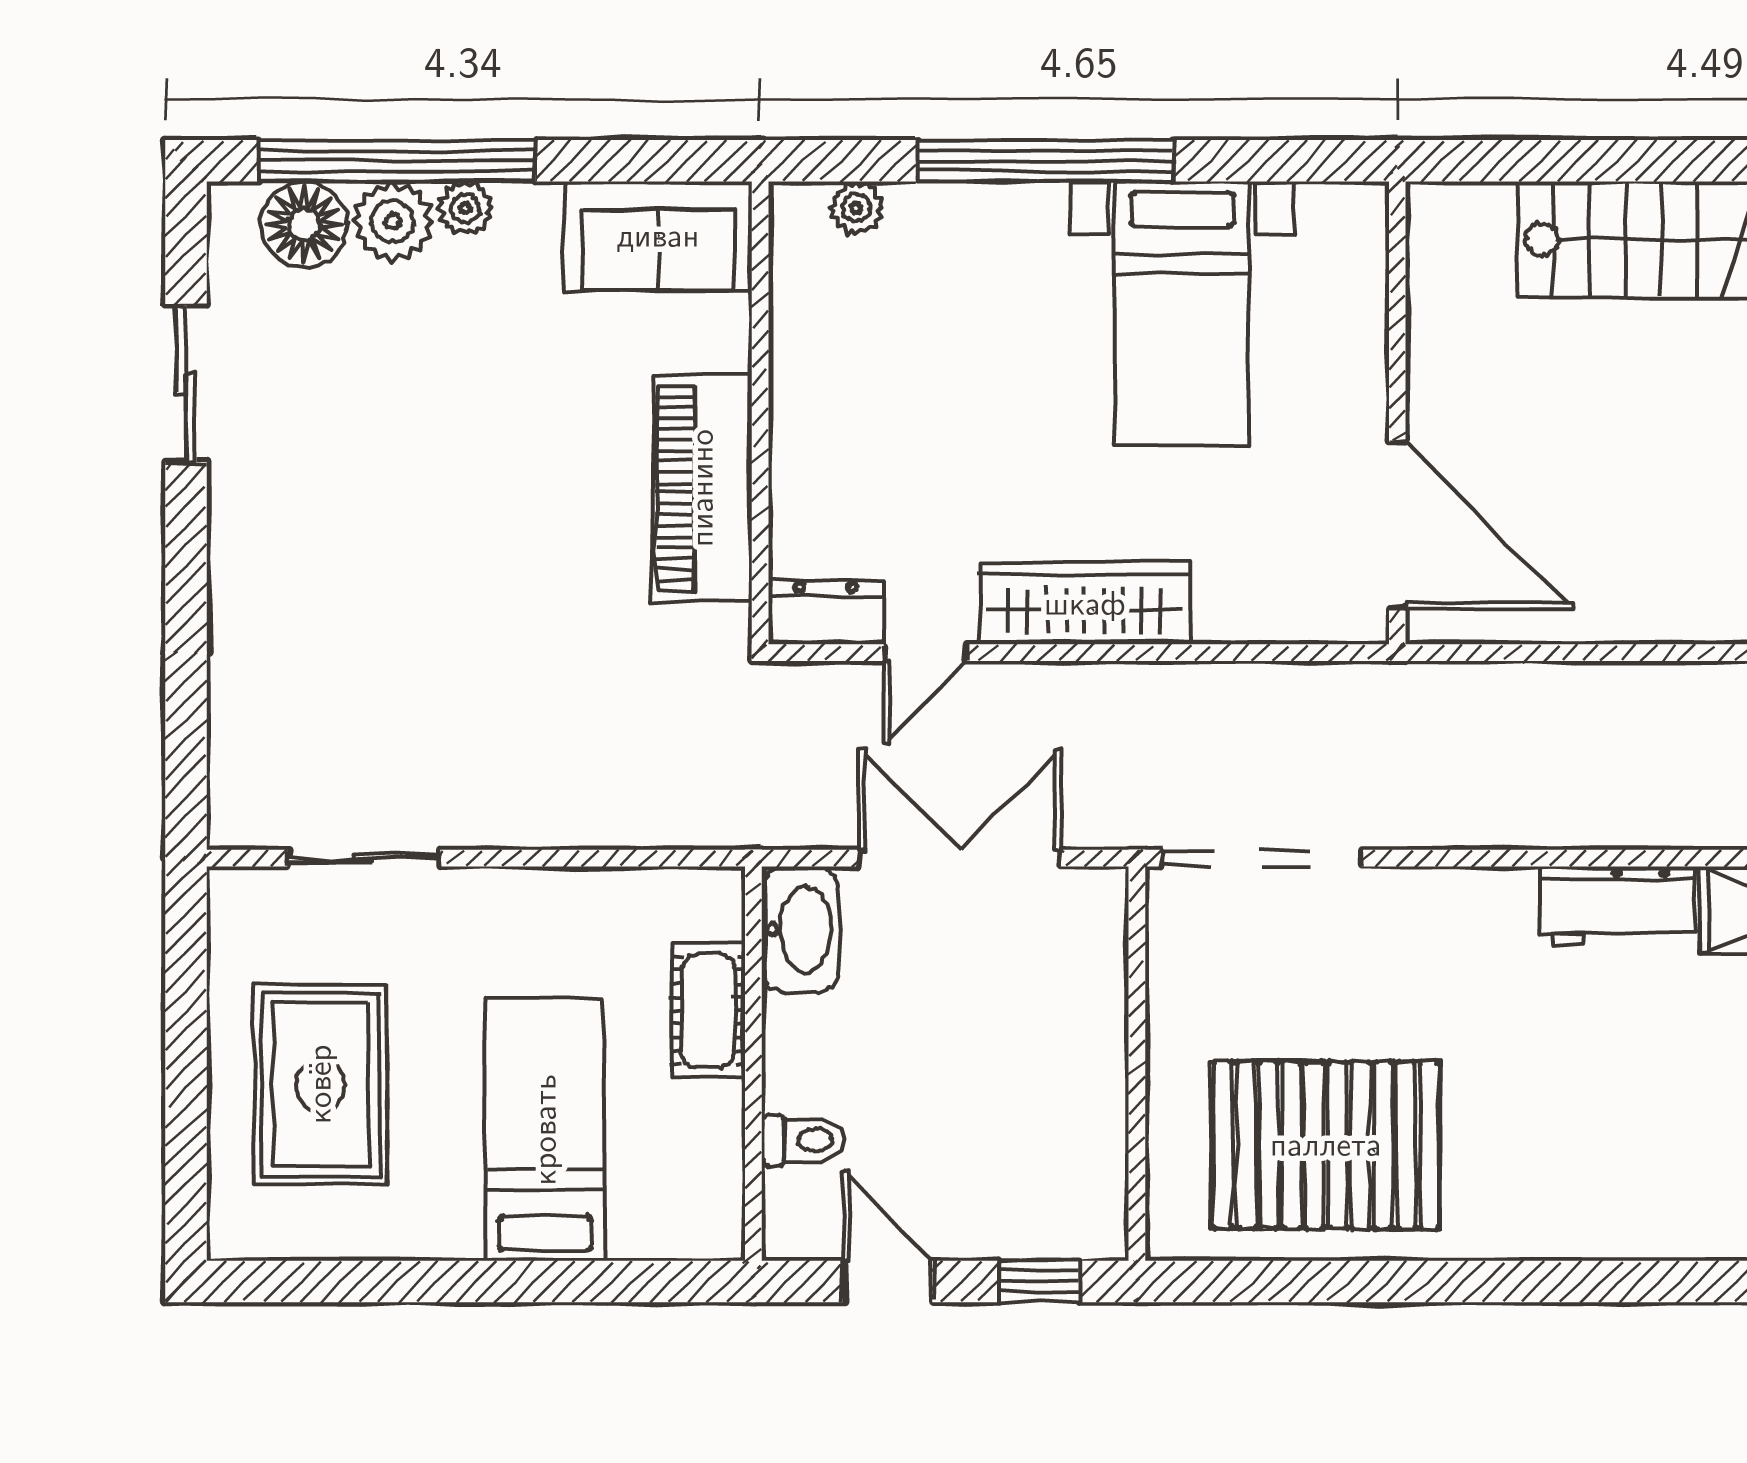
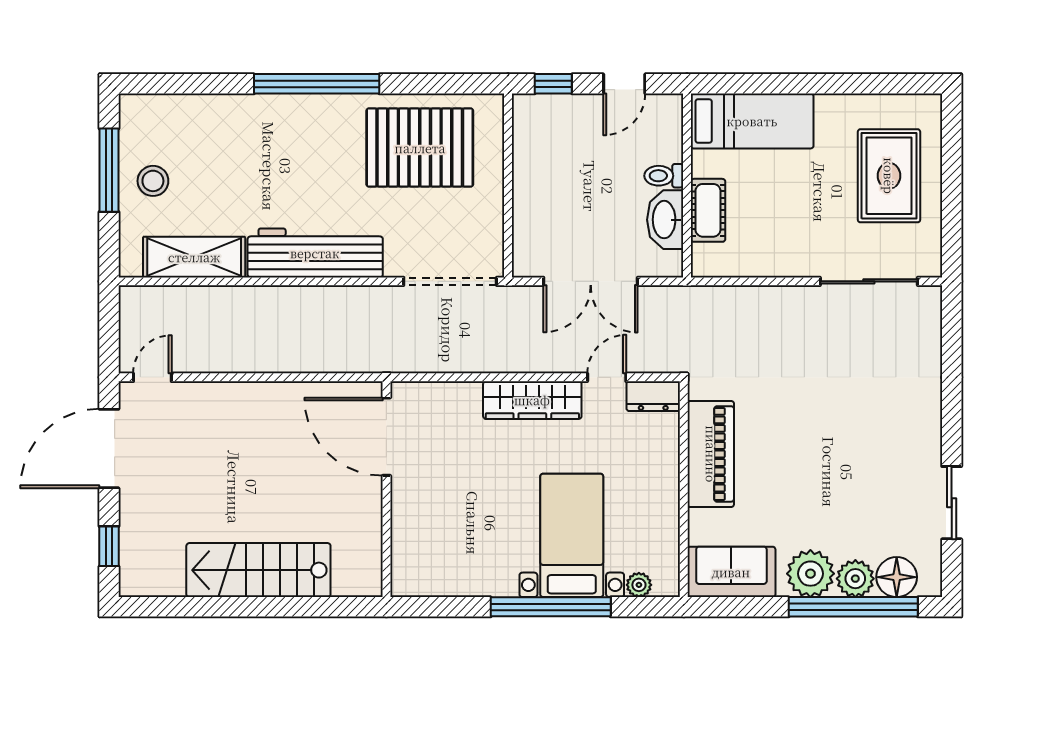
plant: (465, 208) -> (810, 574), width x1.88, depth x1.88
bed with nightstands: (1182, 314) -> (572, 535), moved
sliding door: (363, 858) -> (869, 281), width x1.37
workbench: (1617, 906) -> (315, 253), width x1.88, depth x1.32
washbasin: (800, 929) -> (665, 220), moved
bed: (545, 1130) -> (752, 121), moved, turned -90
toilet: (803, 1140) -> (664, 176), moved
door: (888, 1282) -> (624, 84), hinge flipped
window: (1547, 1282) -> (317, 84), added

